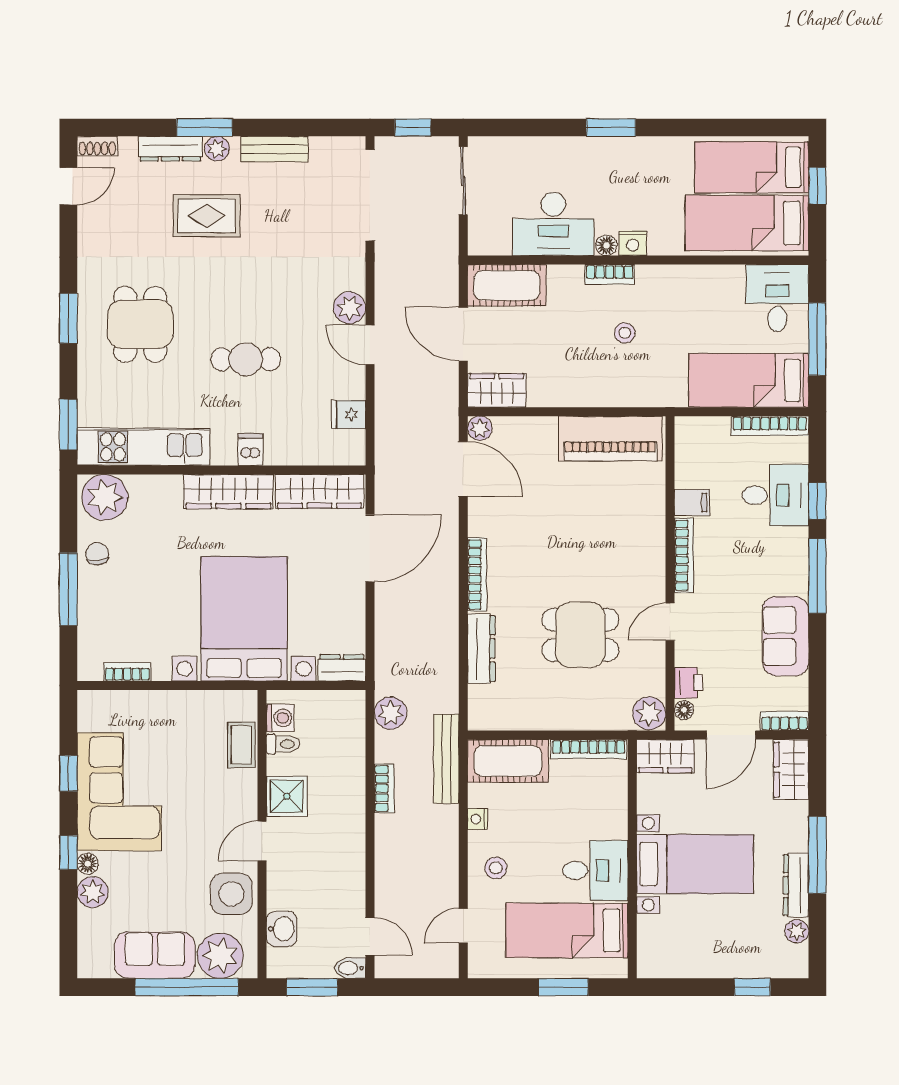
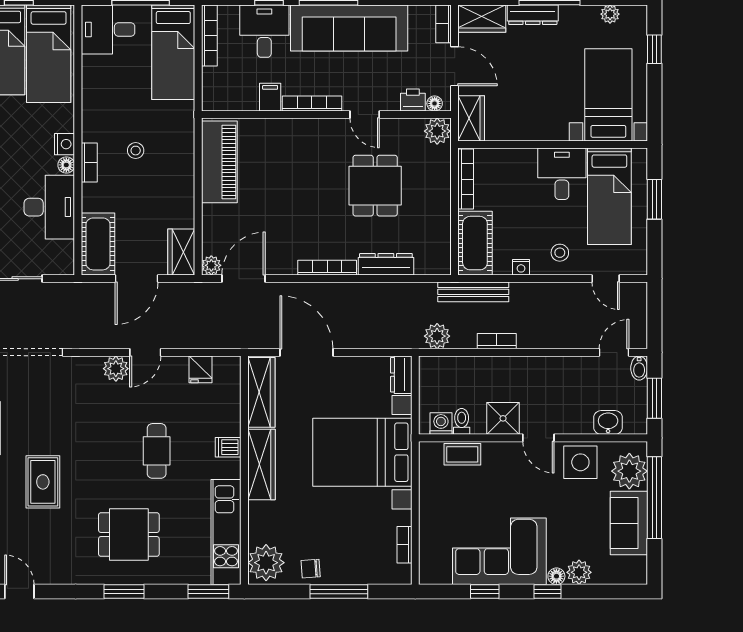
sofa: (785, 636) -> (349, 28), width x1.85, depth x1.27
bed with nightstands: (695, 864) -> (608, 95), moved
dresser: (796, 885) -> (533, 15), moved

